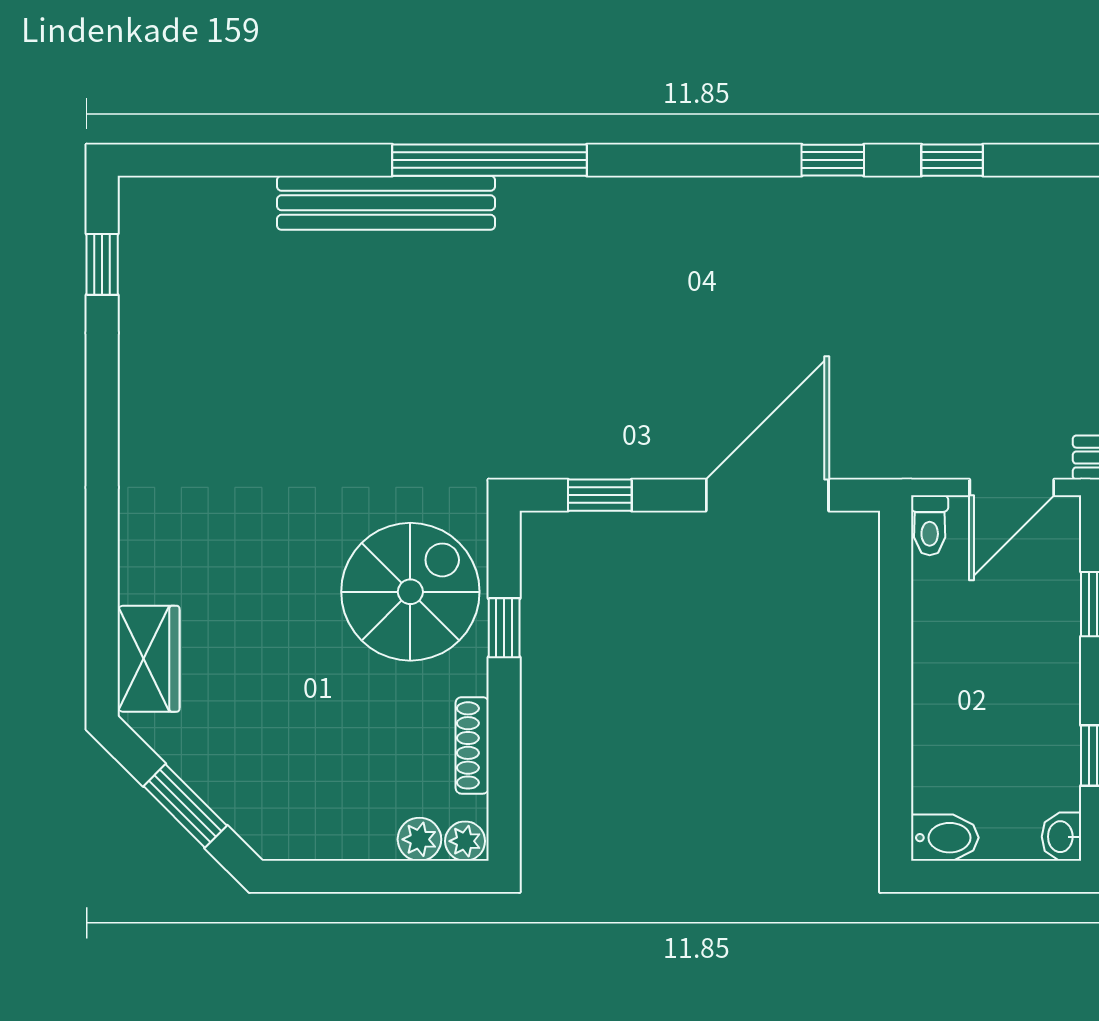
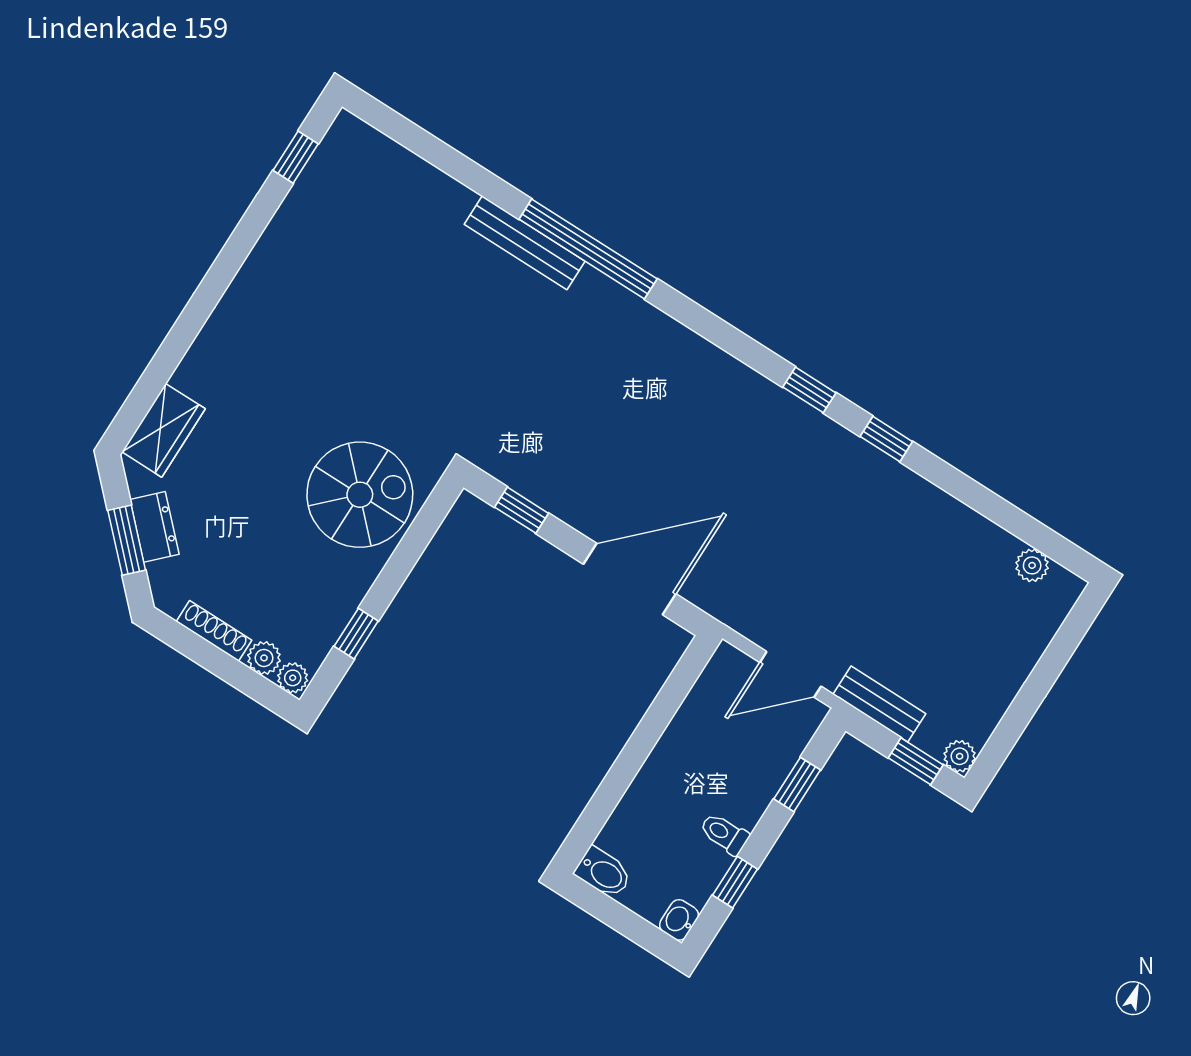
bench: (386, 203) -> (525, 243), width x0.73, depth x0.82
toilet: (930, 525) -> (724, 834), moved, turned 90
window: (504, 628) -> (356, 634), moved
shoe rack: (472, 745) -> (214, 631), moved, turned 90
dresser: (206, 772) -> (154, 527), added

